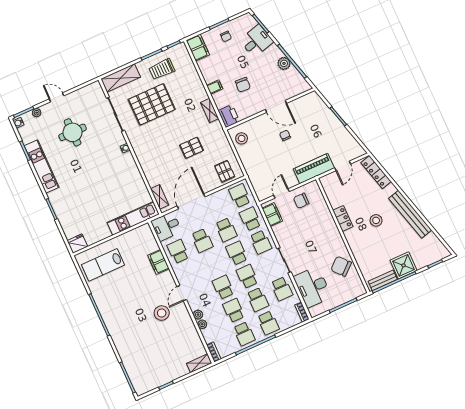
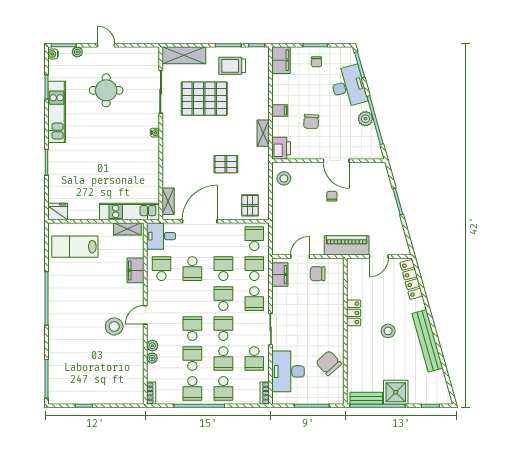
desk: (257, 41) -> (348, 86), width x1.37
school desk: (226, 230) -> (223, 269), turned 180
shelving: (199, 363) -> (127, 229), moved

